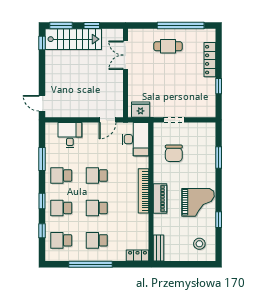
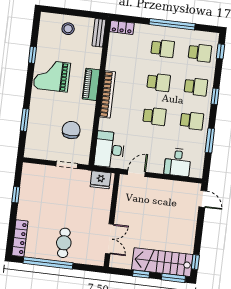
cafe table: (168, 46) -> (64, 243), turned 90
locker: (210, 60) -> (20, 238), moved
window: (42, 231) -> (220, 51), moved
stool: (199, 244) -> (68, 29), moved

